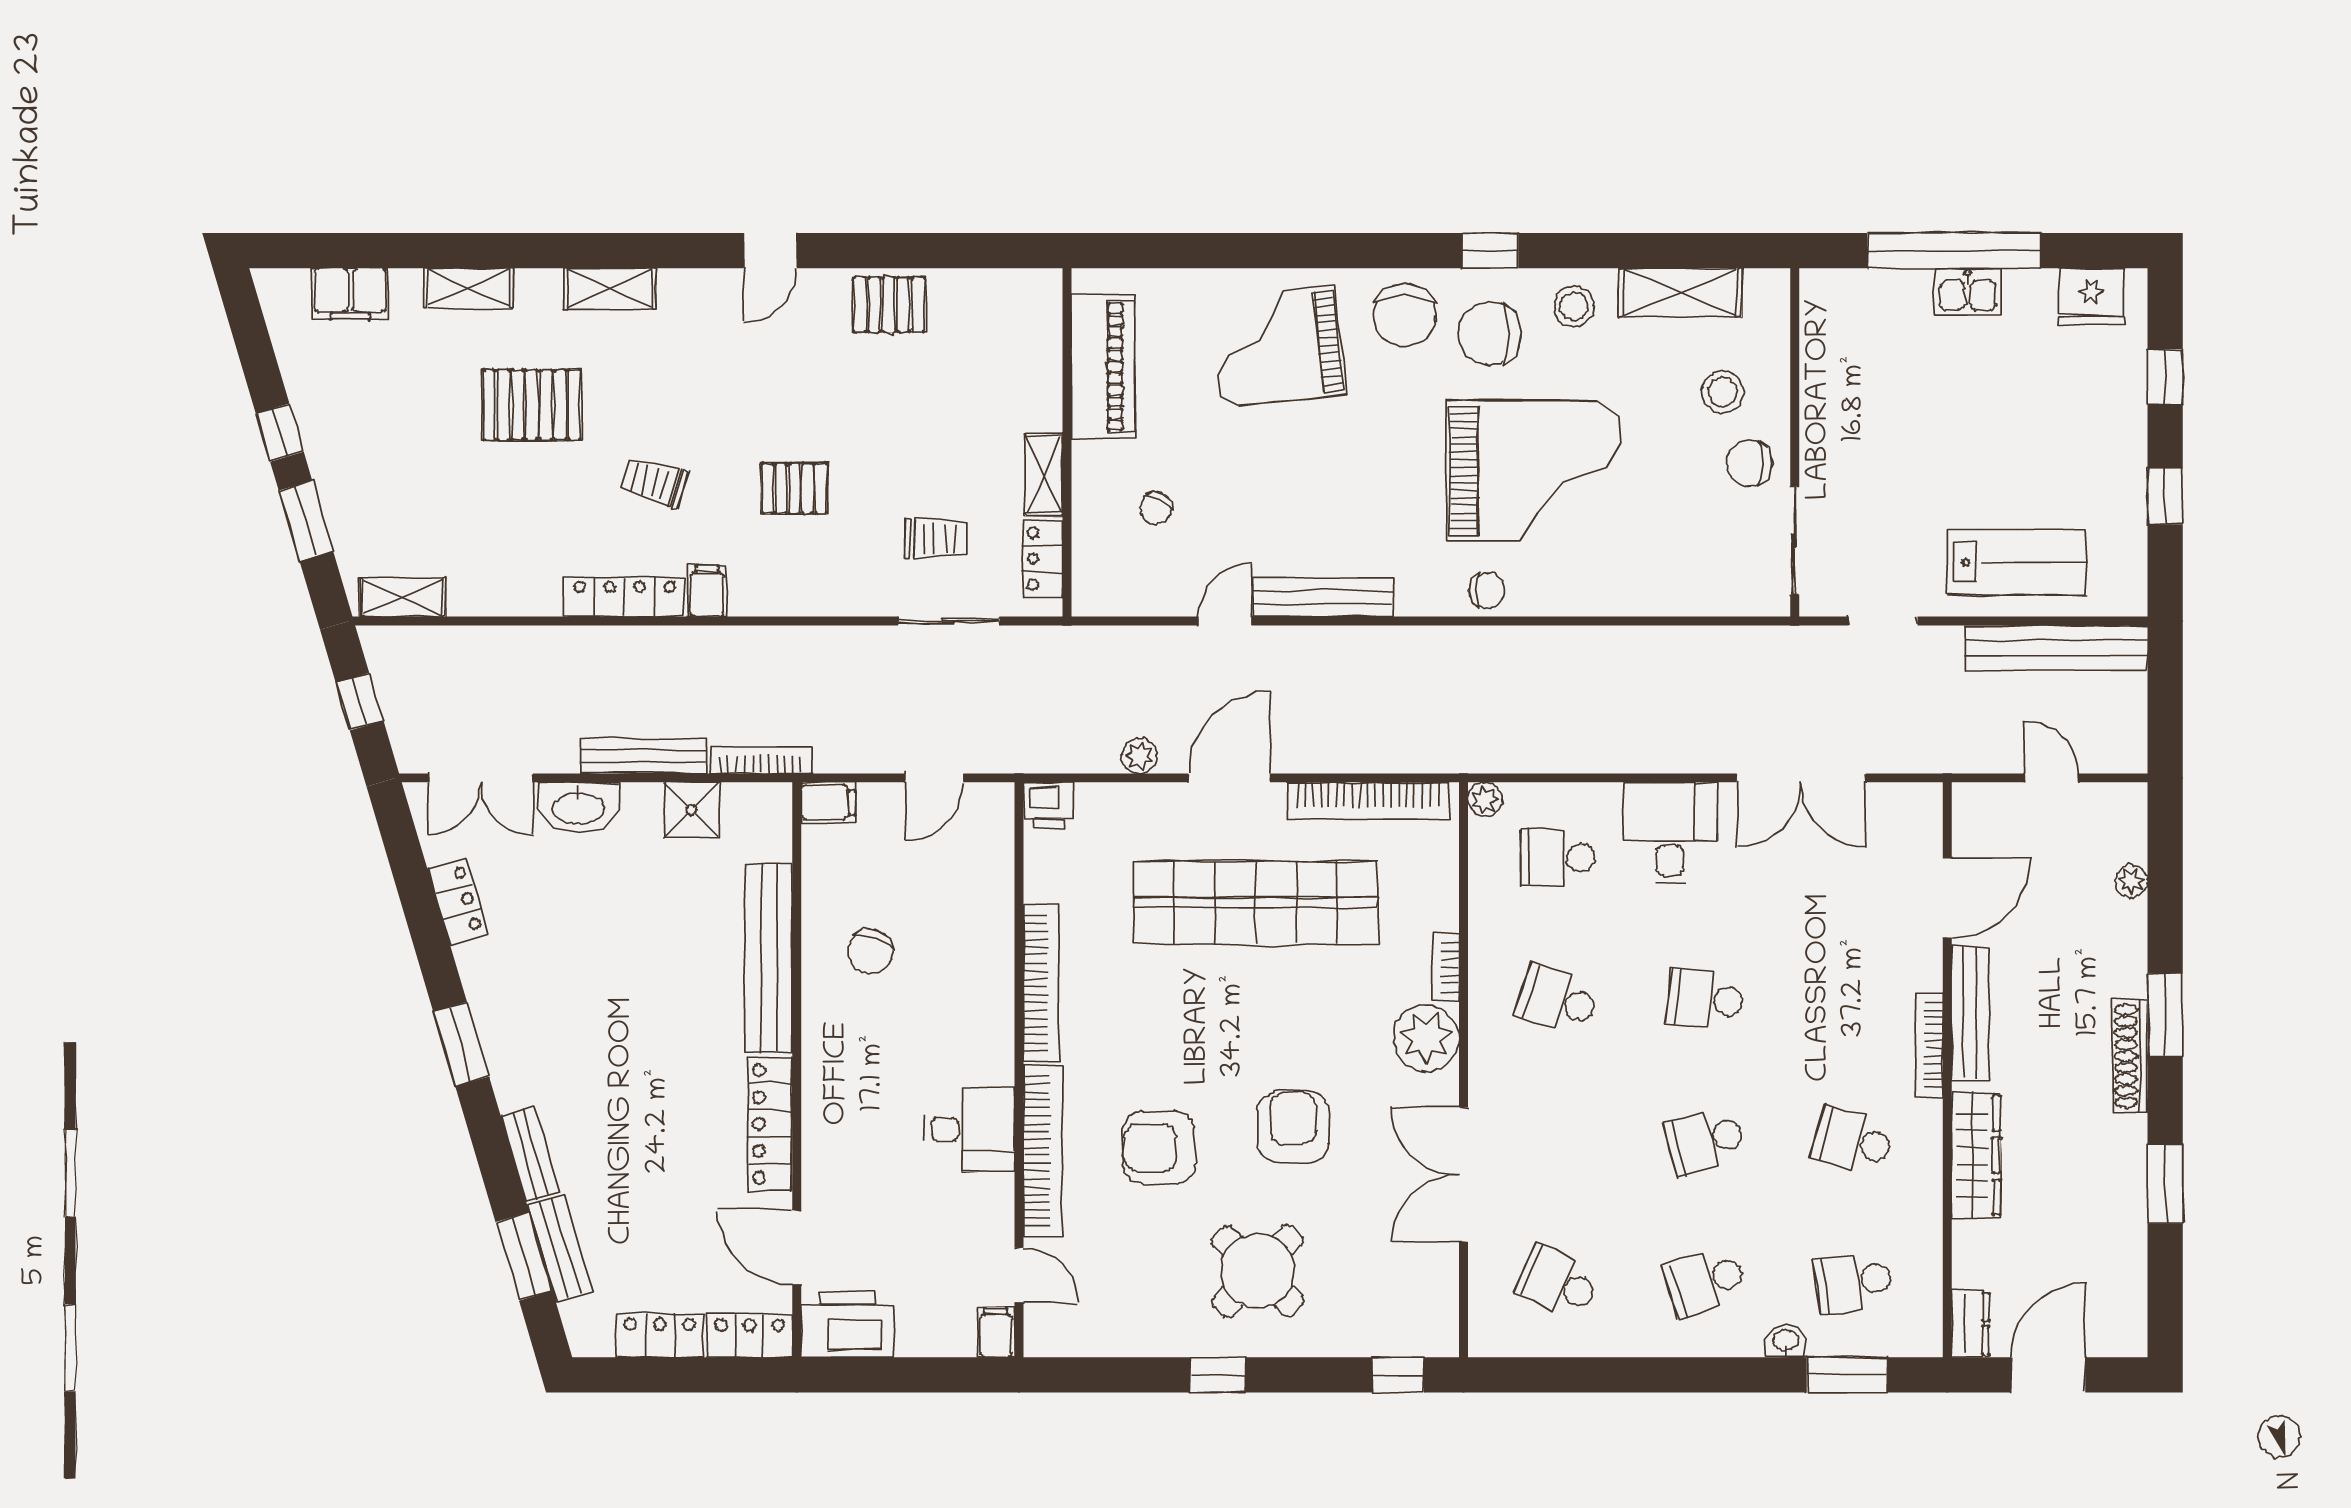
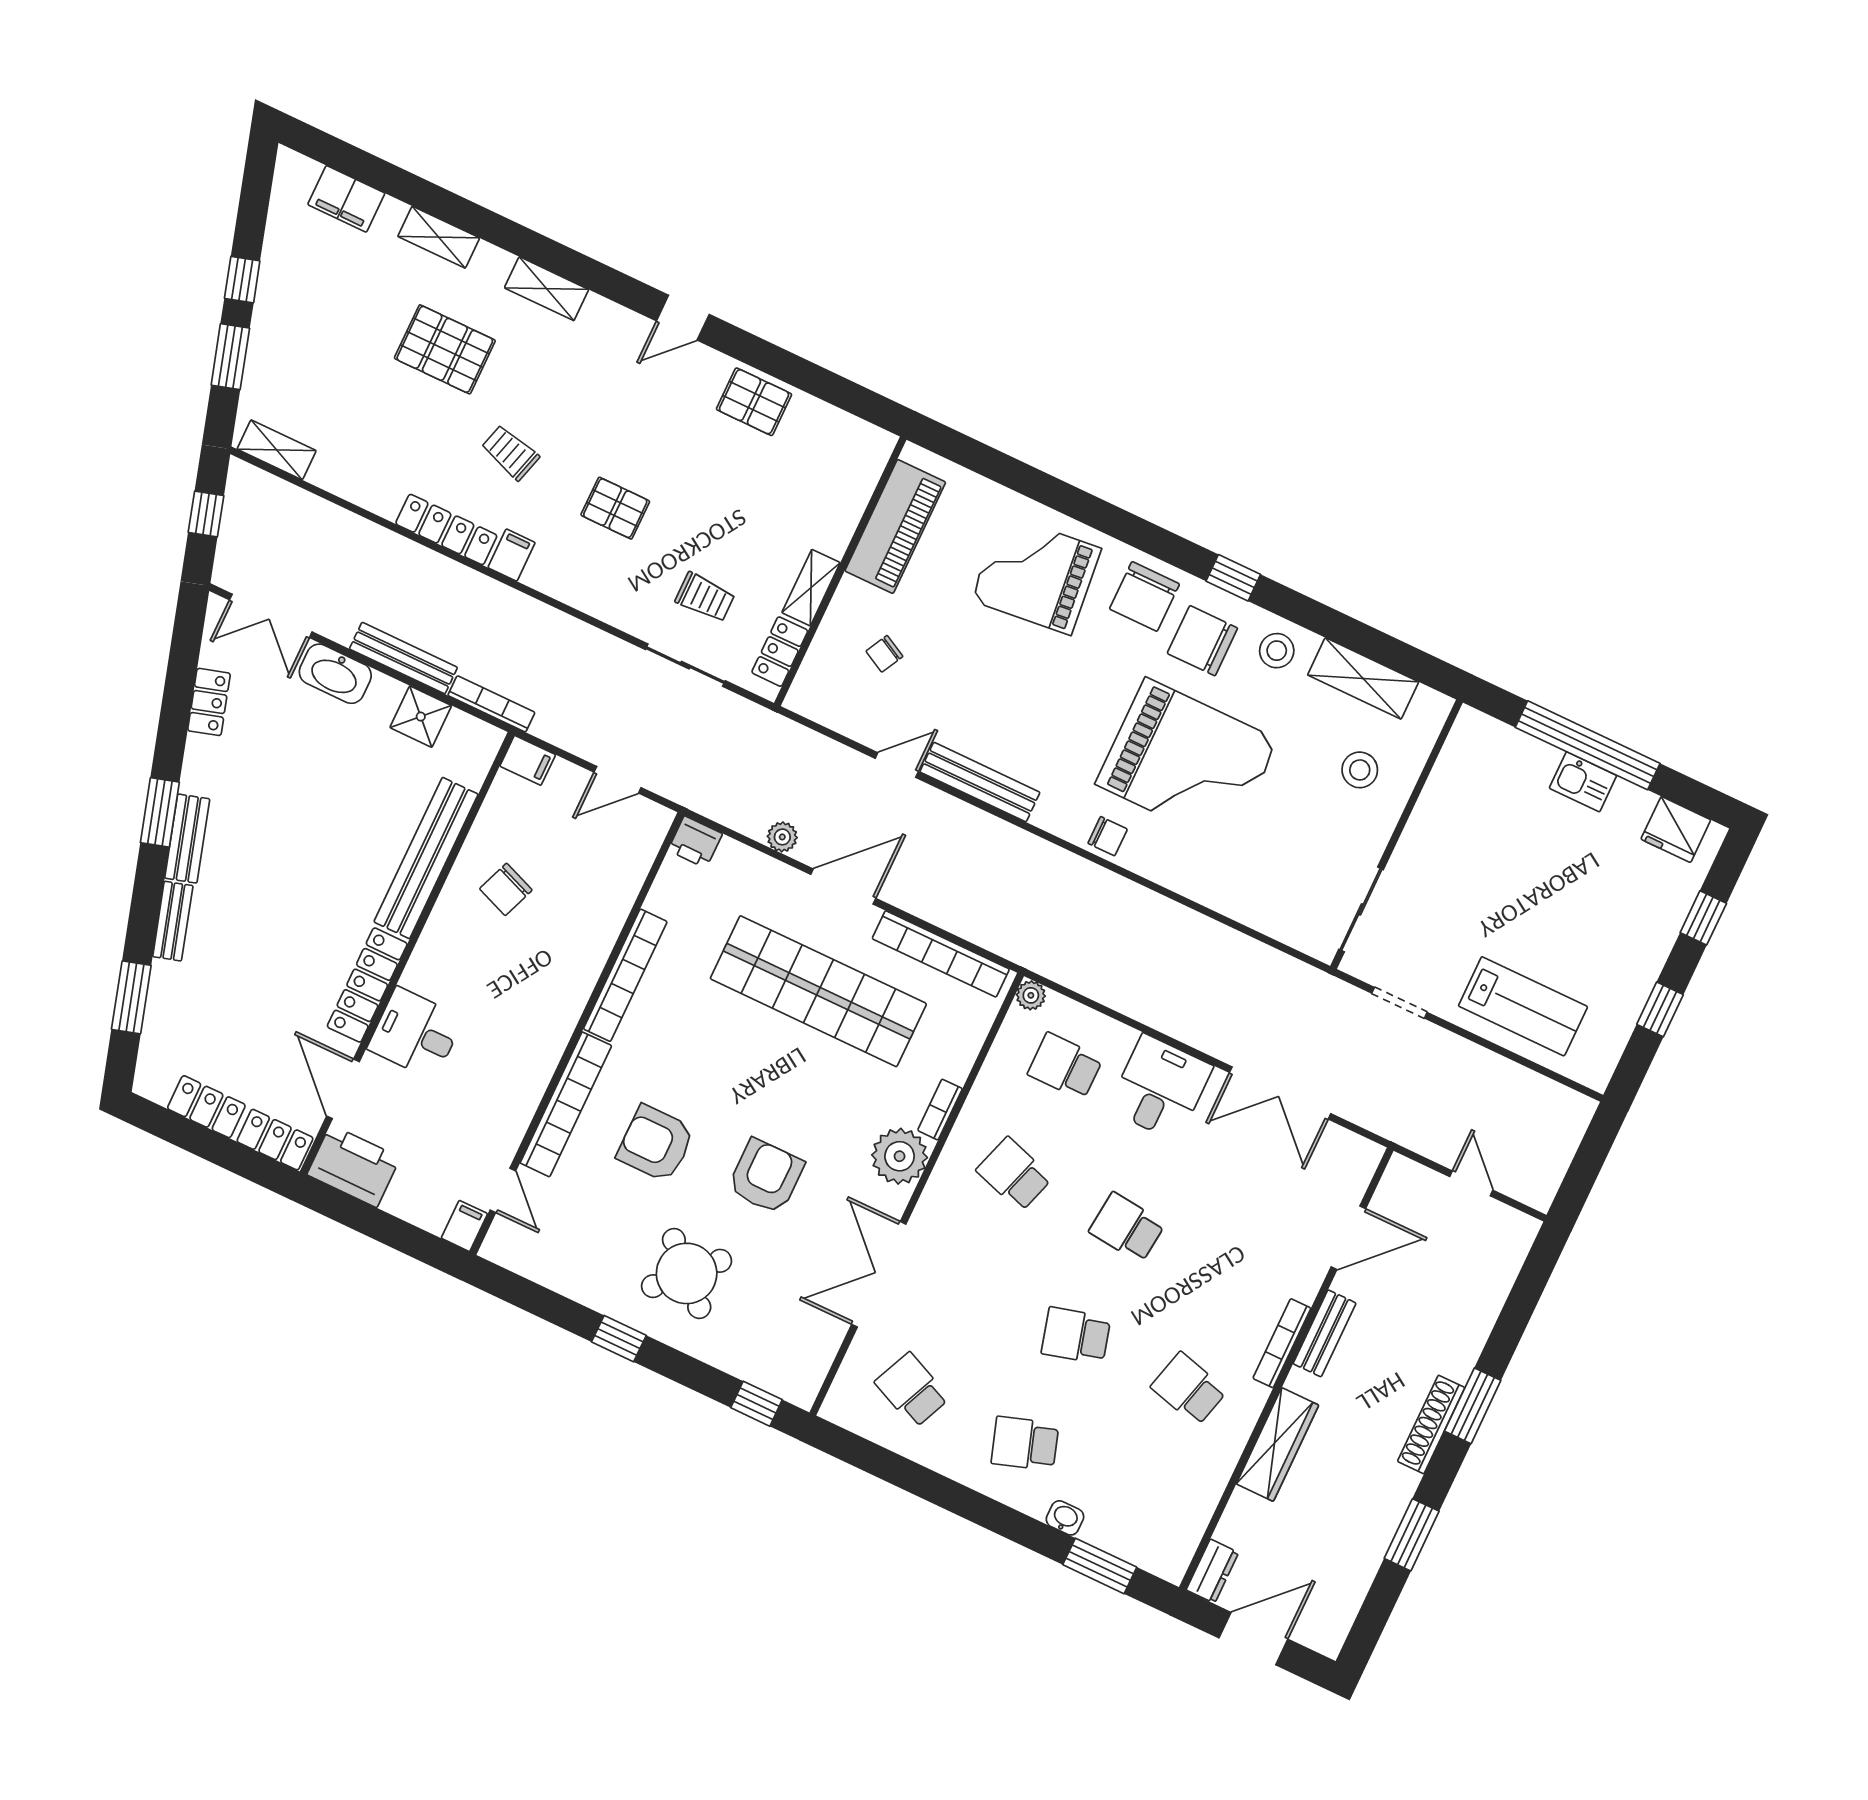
chair: (1749, 463) -> (1354, 834), removed
bench: (2056, 648) -> (1522, 1086), removed
plant: (2131, 882) -> (1495, 1292), removed
bench: (1970, 1013) -> (1325, 1333), width x0.73
desk: (969, 1129) -> (416, 1033), moved, turned 180
bench: (560, 1248) -> (187, 839), moved
school desk: (1853, 1282) -> (1138, 1497), removed

